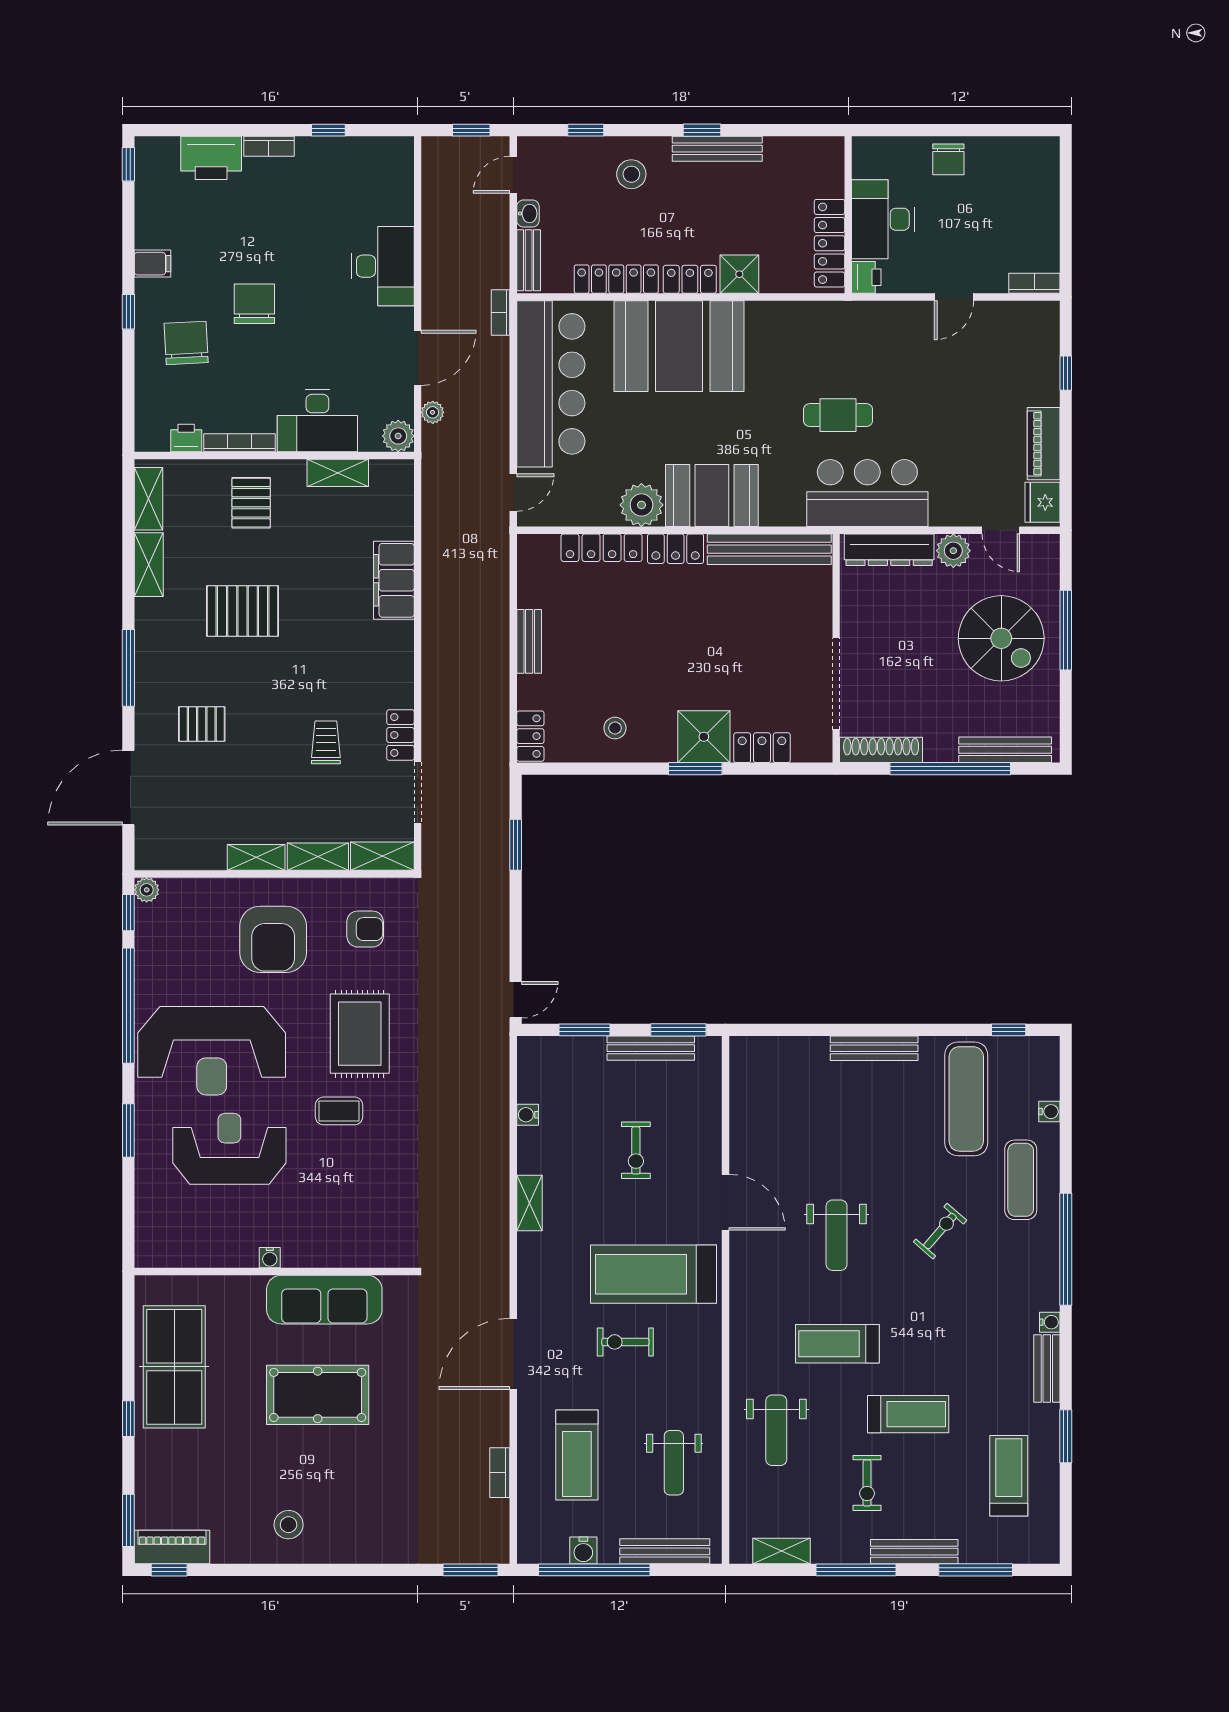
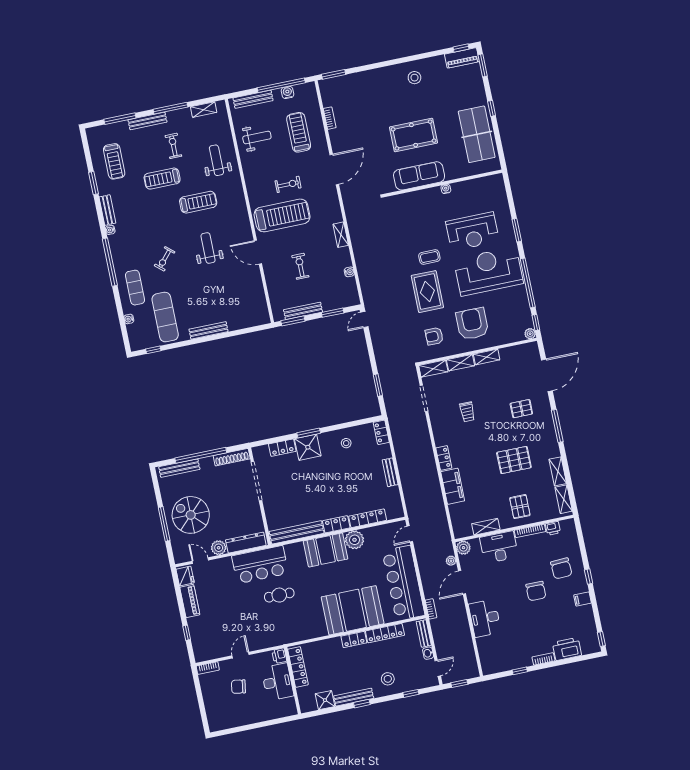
chair: (948, 159) -> (239, 687), moved, turned -81
shower: (739, 274) -> (325, 700), moved
locker: (401, 735) -> (444, 458), moved
weight bench: (674, 1463) -> (257, 137), turned 90

